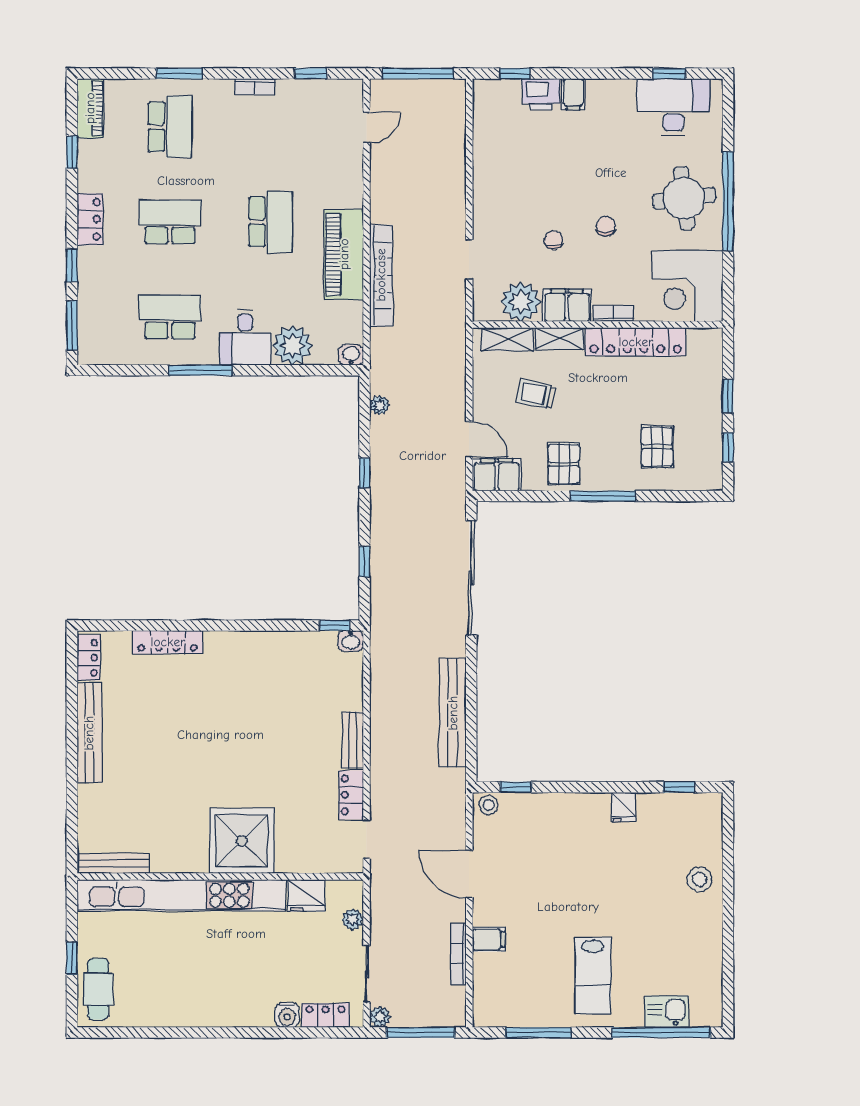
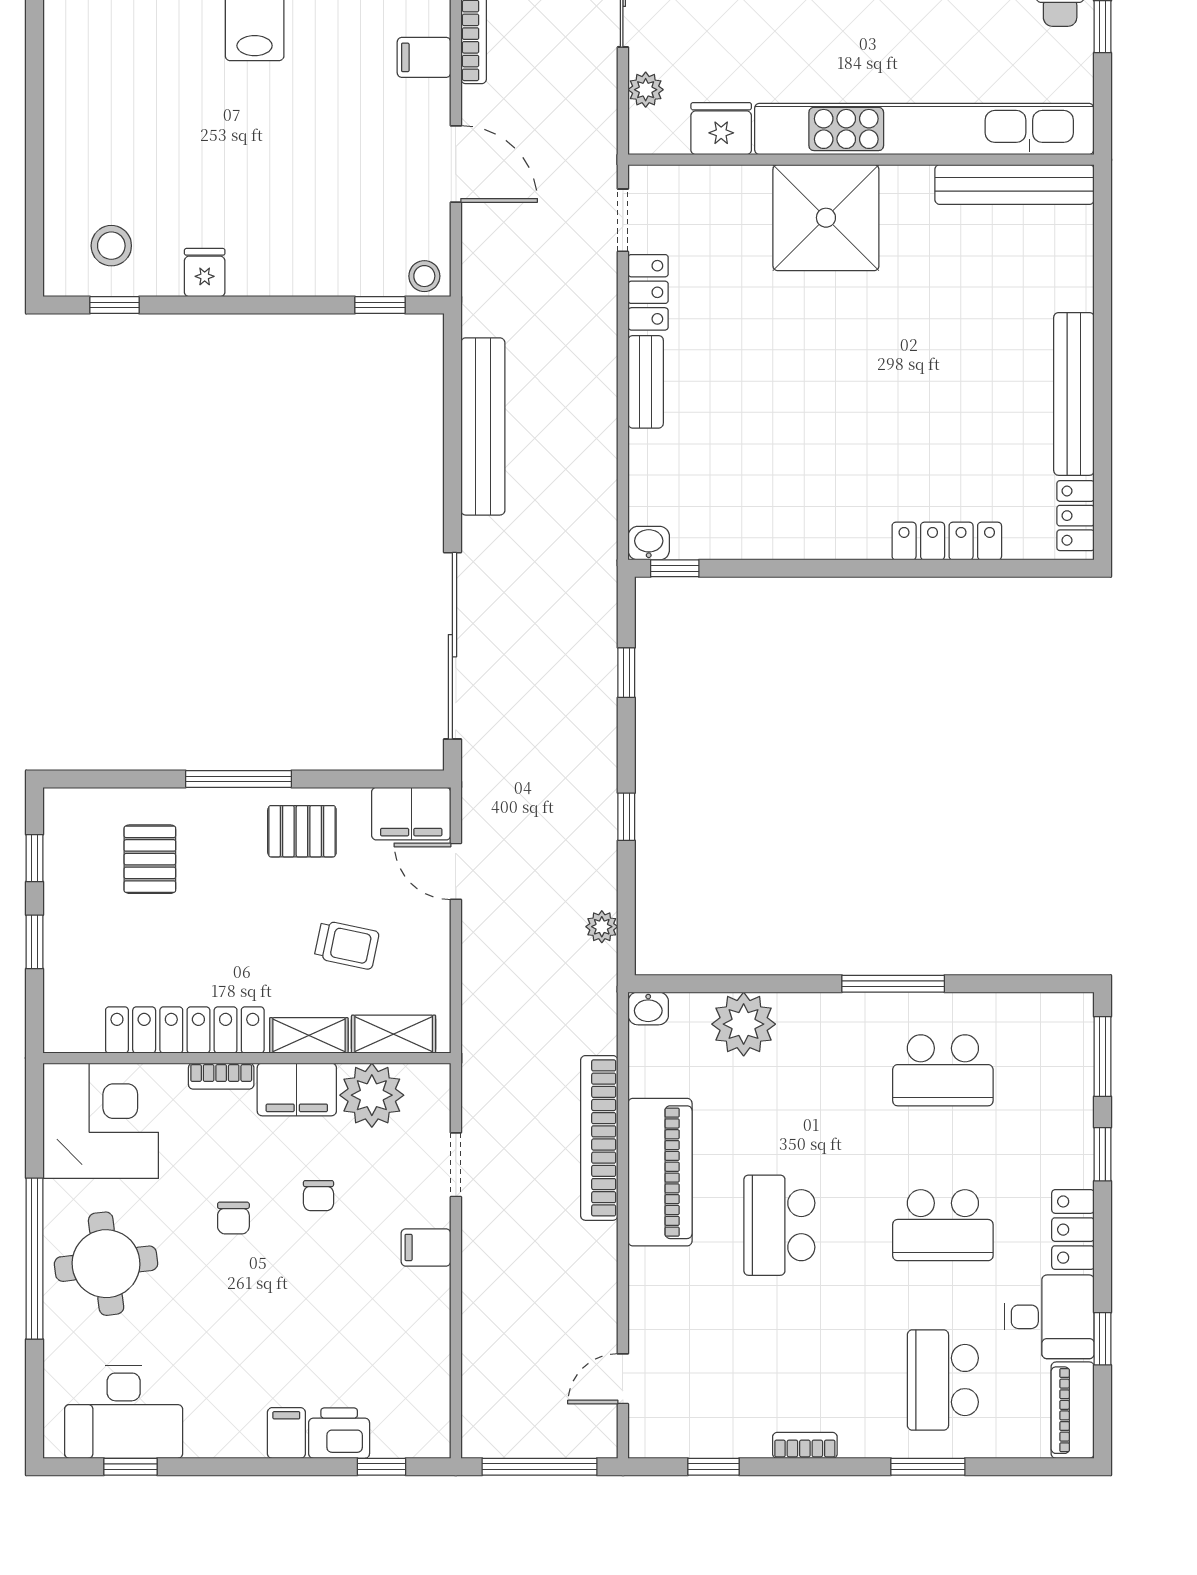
filing cabinet: (488, 208) -> (426, 1247), added
desk: (245, 337) -> (1049, 1317), moved, turned 90
pallet: (564, 464) -> (302, 831), turned 90
bench: (113, 863) -> (1015, 185), width x1.37, depth x1.21
stool: (699, 879) -> (111, 246), moved

